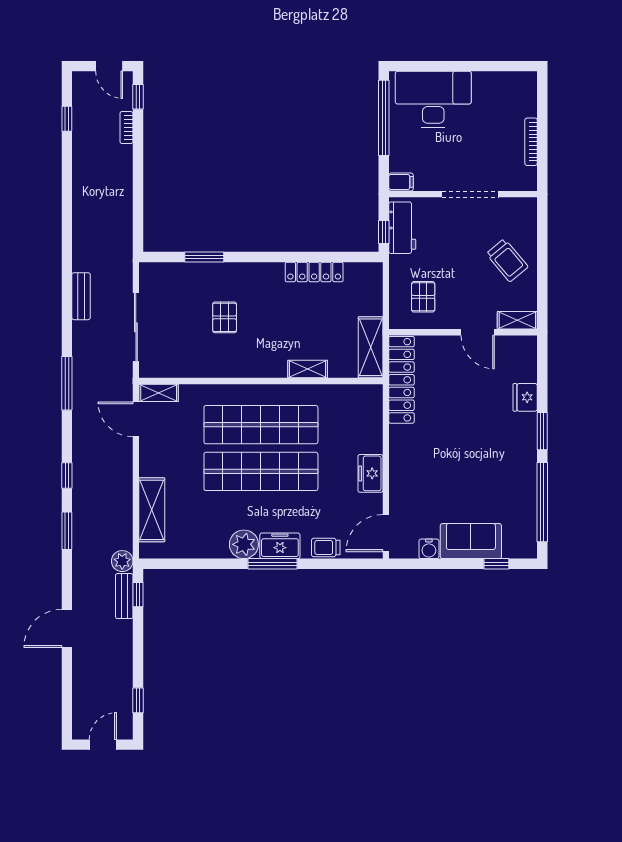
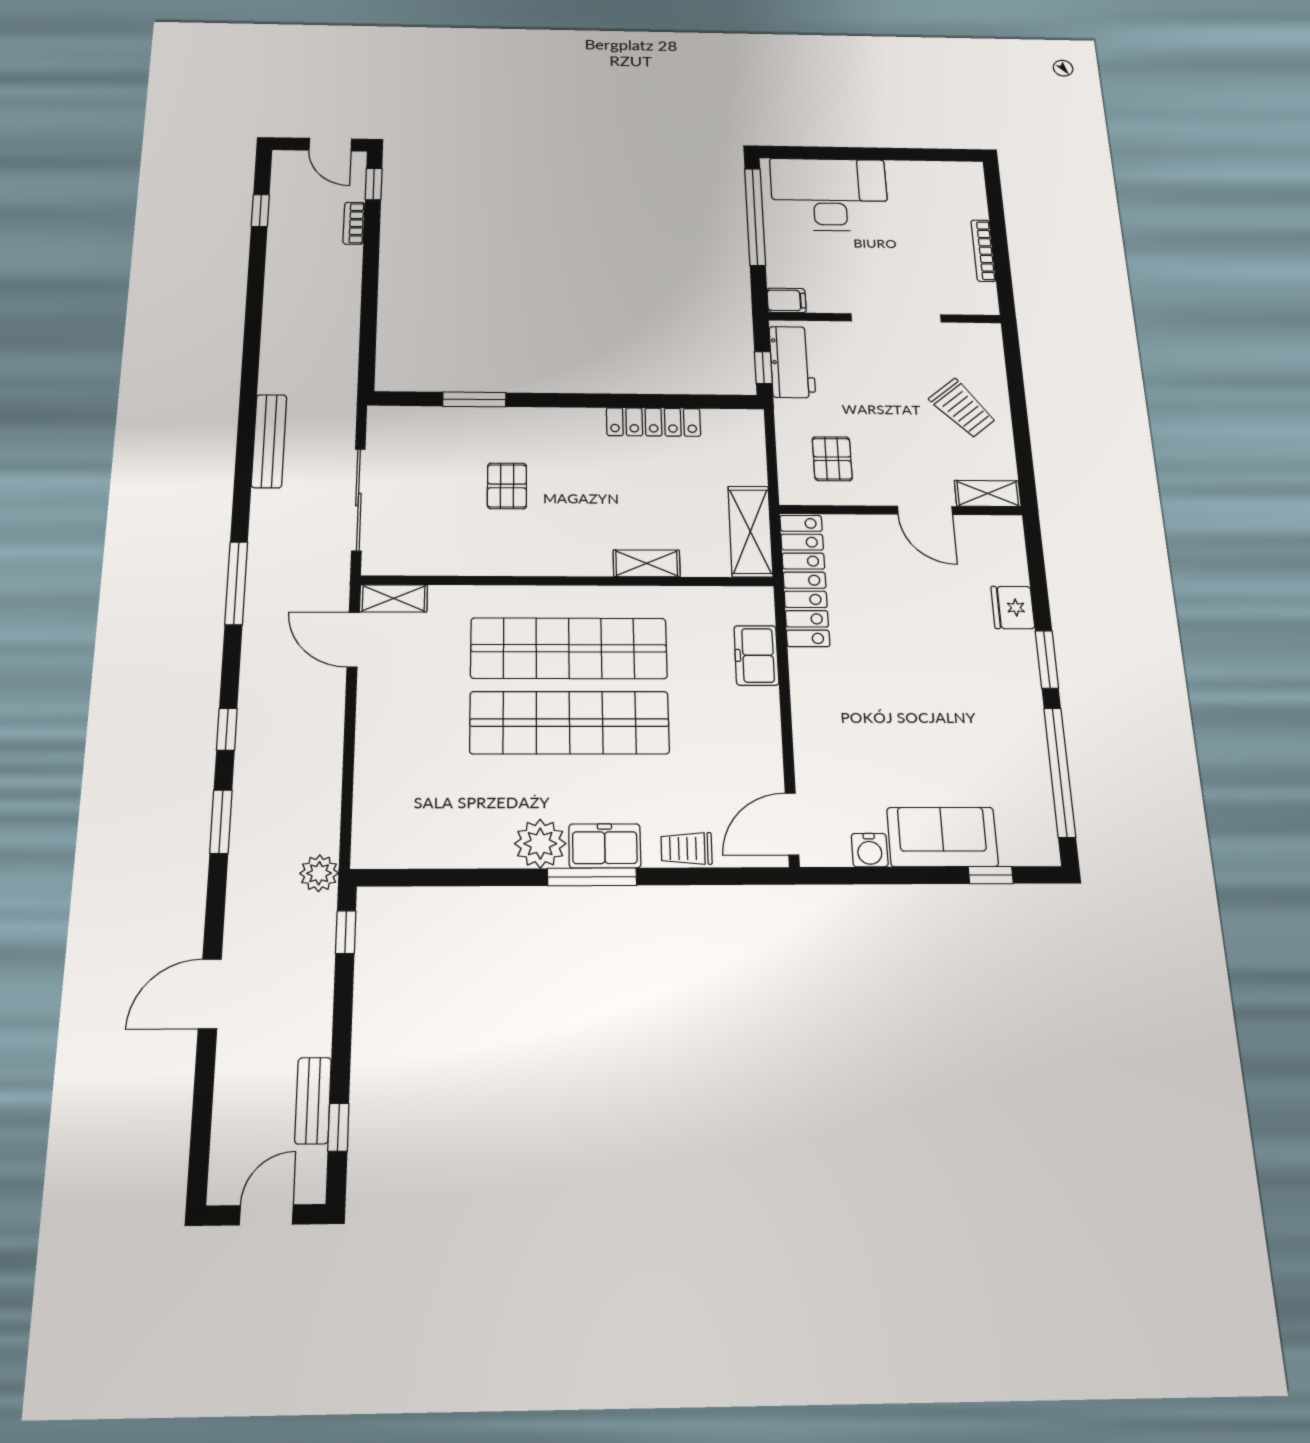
bench: (81, 296) -> (269, 441), width x1.36
freezer: (370, 473) -> (756, 655), moved
shelving: (152, 510) -> (376, 786), removed
bench: (124, 596) -> (313, 1101), moved

